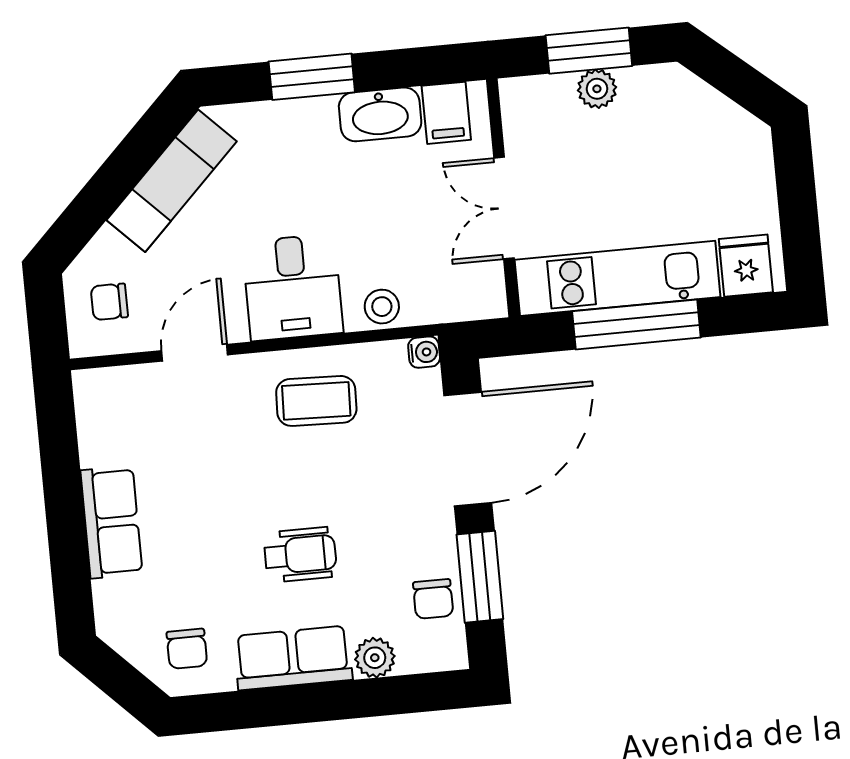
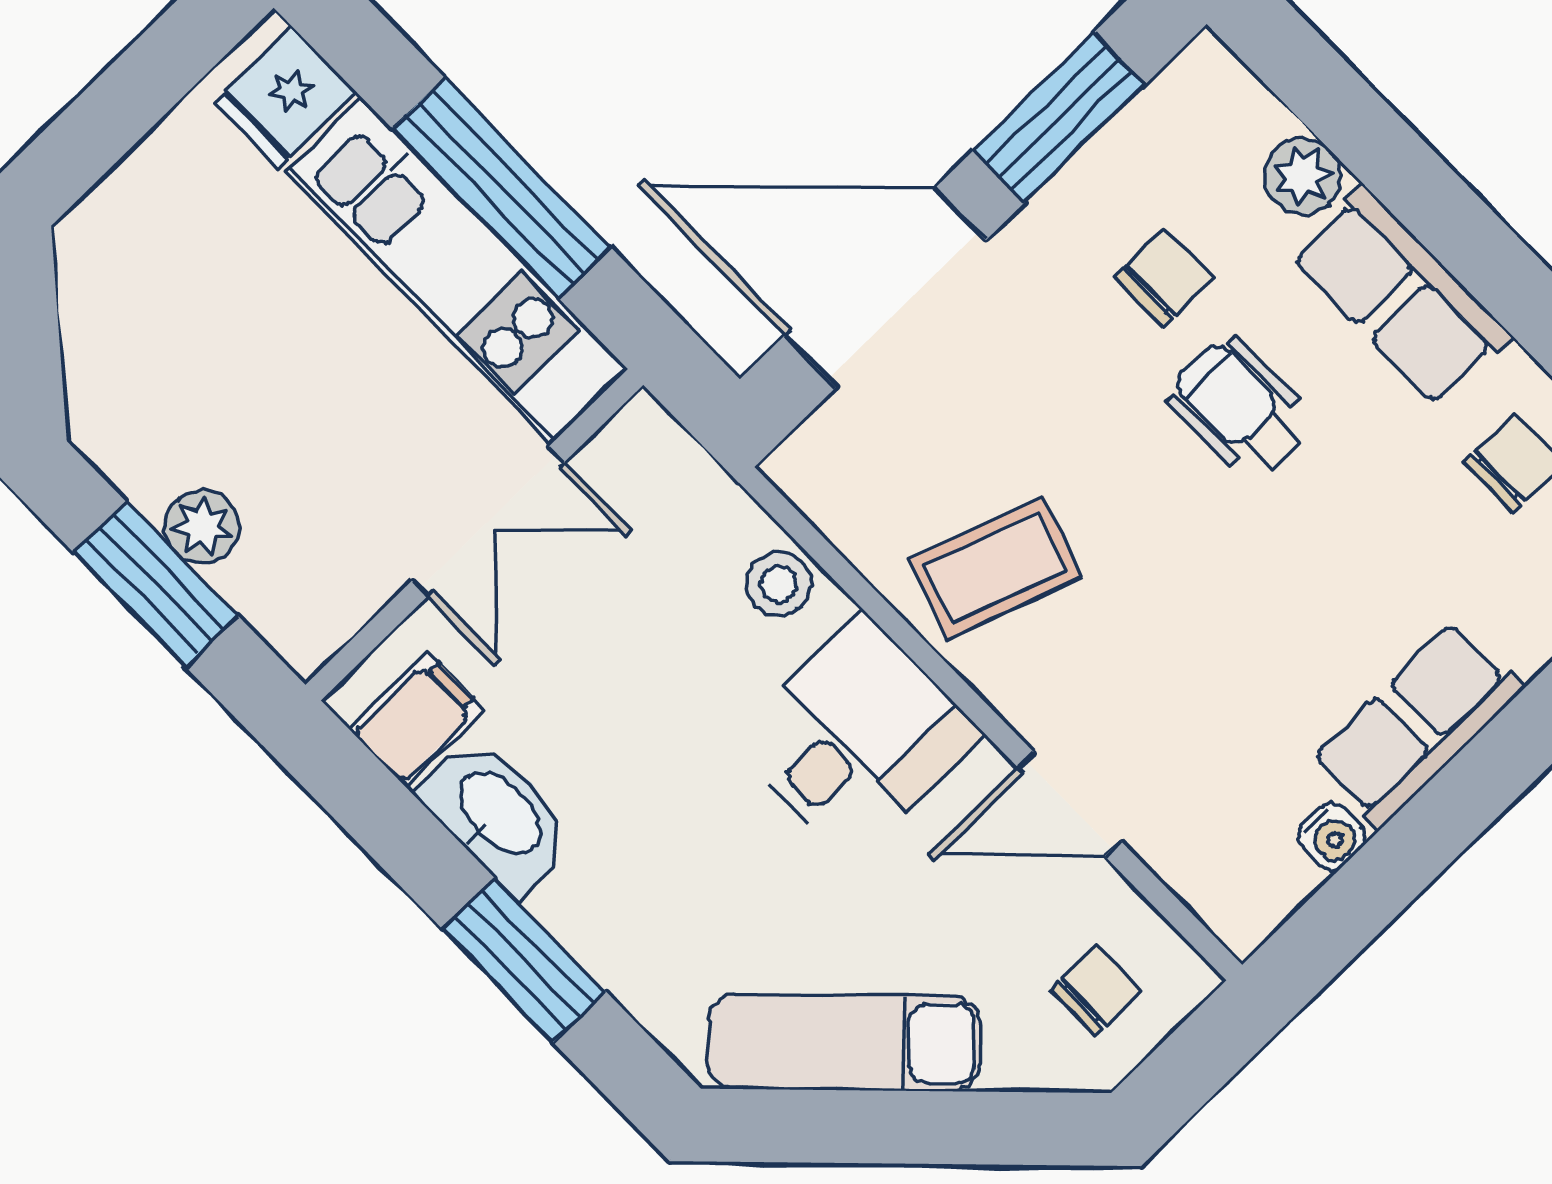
chair: (109, 302) -> (1096, 990), turned -90
water cooler: (424, 352) -> (1332, 837), moved, turned 180
coffee table: (316, 401) -> (995, 568), turned -73
chair: (433, 599) -> (1164, 277), moved

